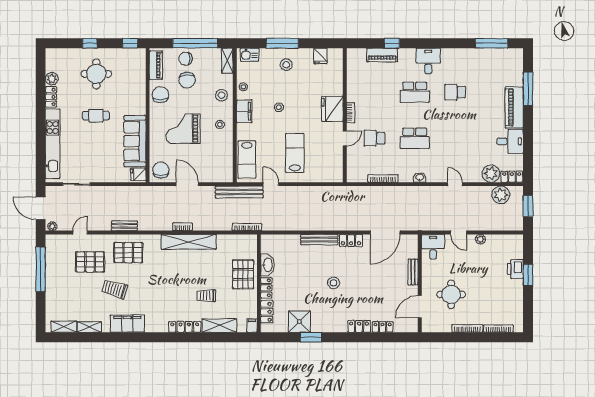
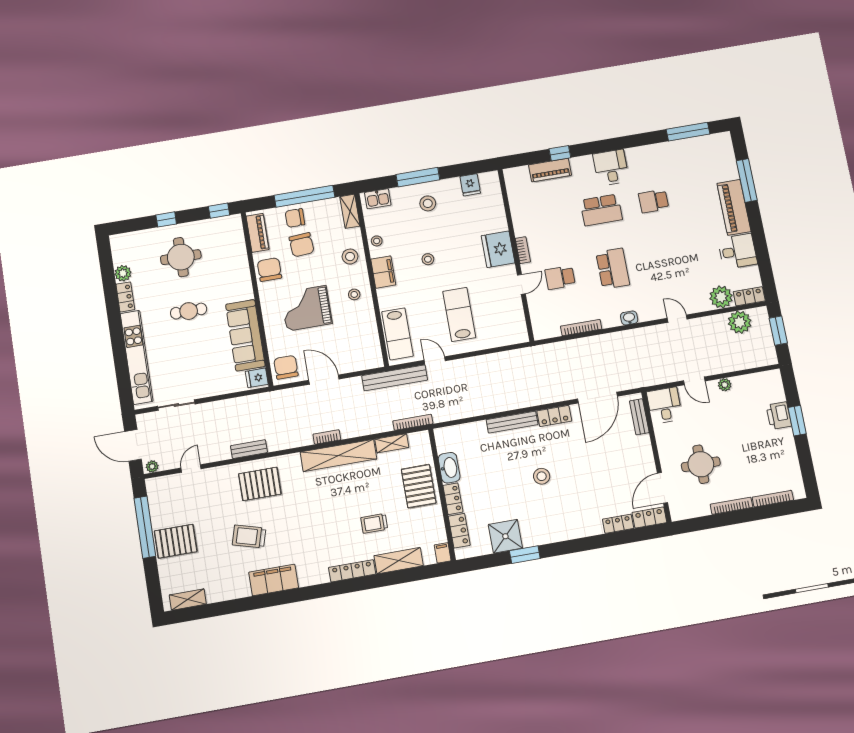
school desk: (415, 138) -> (613, 269), turned -90
pallet: (90, 262) -> (176, 541), moved
bench: (413, 272) -> (639, 417), moved
locker: (359, 326) -> (649, 517), moved
shelving: (89, 327) -> (392, 443), moved

